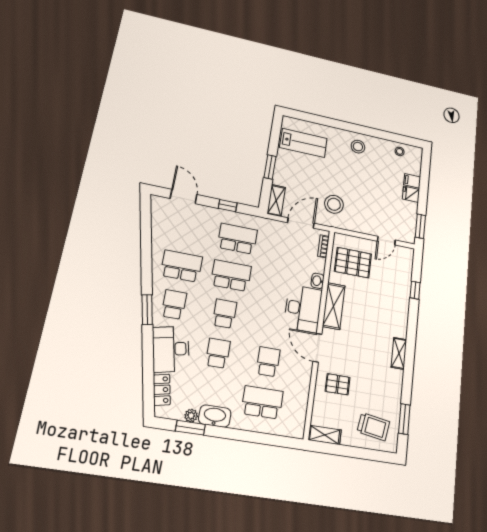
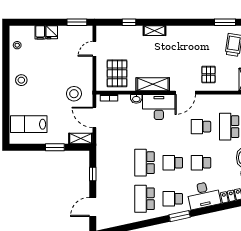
lab bench: (303, 143) -> (29, 124), turned -90
school desk: (237, 239) -> (116, 163), removed
door: (386, 241) -> (94, 49), swing flipped
shelving: (399, 353) -> (155, 31), moved

